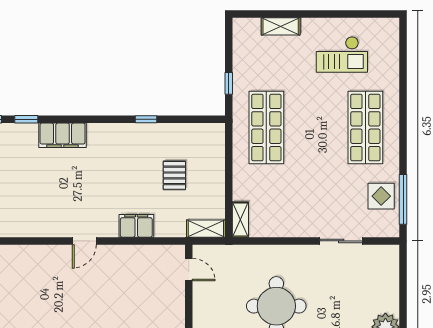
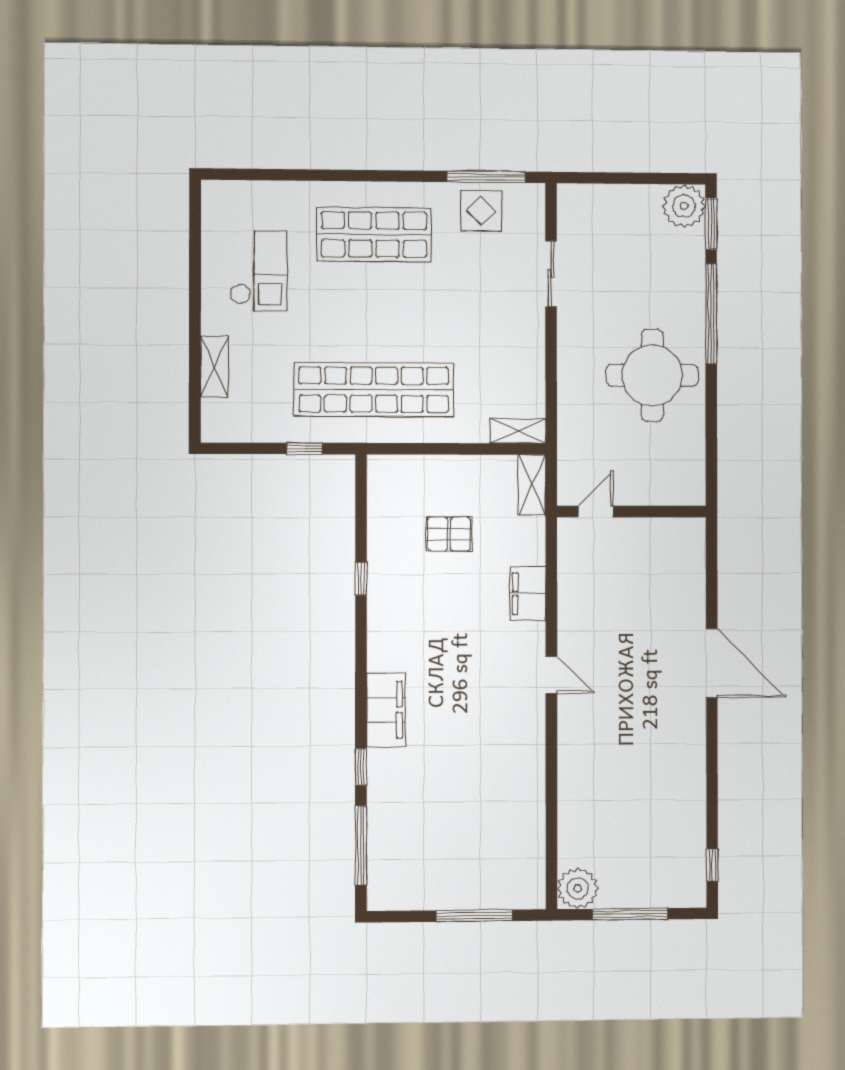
shop shelf: (266, 128) -> (374, 390), width x1.40

